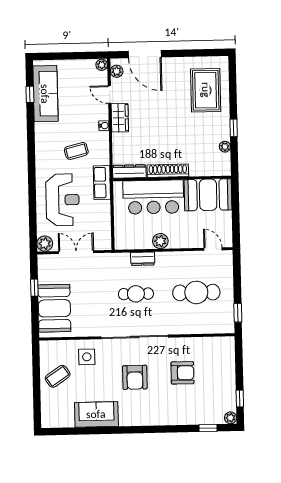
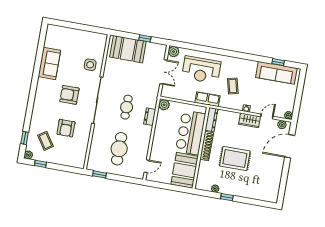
rug: (206, 90) -> (235, 159), moved
plant: (160, 241) -> (164, 105), moved
coffee table: (58, 376) -> (46, 141), moved

